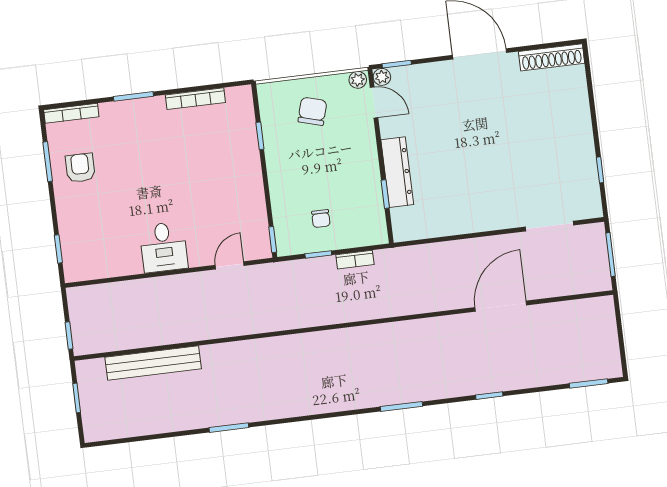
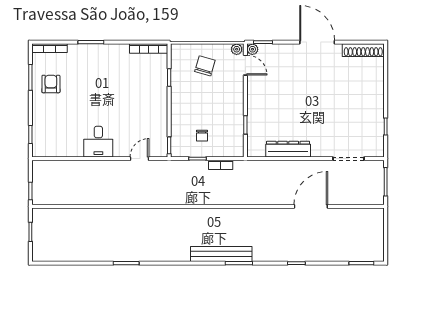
bookcase: (195, 99) -> (149, 49), moved
dresser: (397, 172) -> (288, 149), moved, turned -90
bench: (153, 363) -> (221, 254), moved

